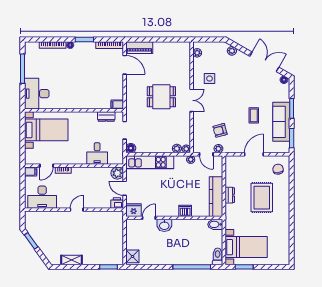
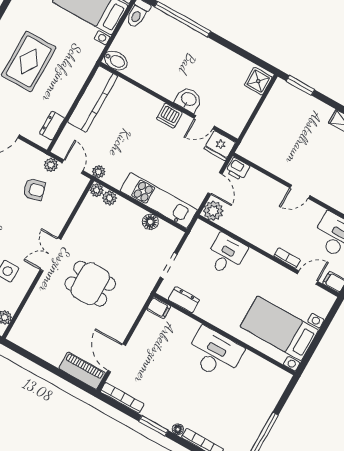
desk: (37, 94) -> (214, 353), moved, turned -90
floor lamp: (131, 148) -> (150, 222), moved
dresser: (230, 195) -> (52, 126), moved
dishwasher: (185, 211) -> (169, 116), moved

